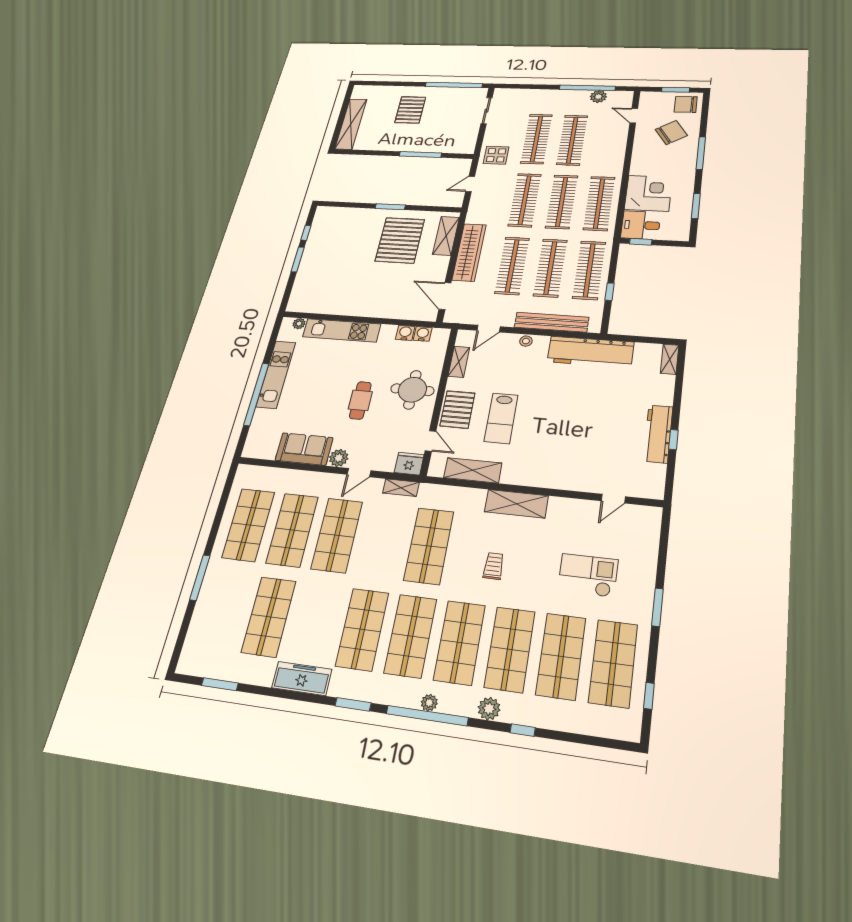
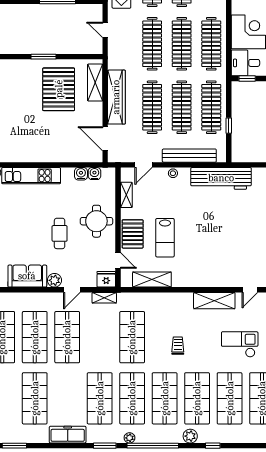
door: (470, 184) -> (105, 30), hinge flipped
shelving: (516, 504) -> (214, 301), moved
plant: (429, 703) -> (130, 438), moved

